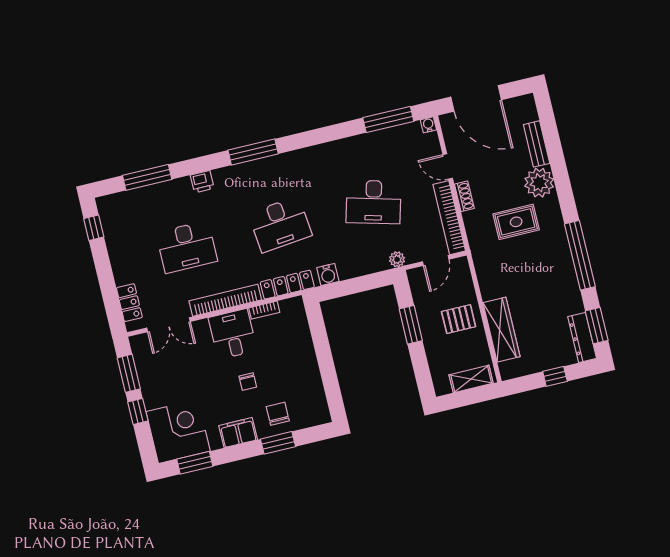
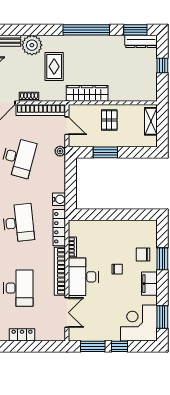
locker: (129, 303) -> (22, 335), moved
wardrobe: (501, 330) -> (87, 93), moved
desk: (233, 334) -> (83, 277), width x1.37

